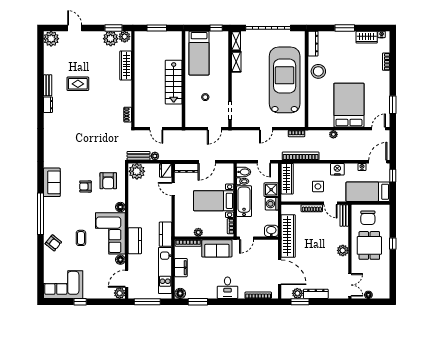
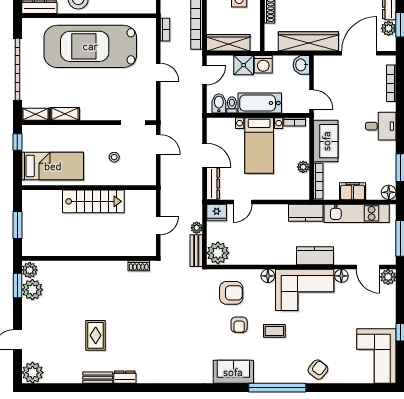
wardrobe: (126, 65) -> (70, 268), removed
coffee table: (81, 238) -> (274, 331), moved

